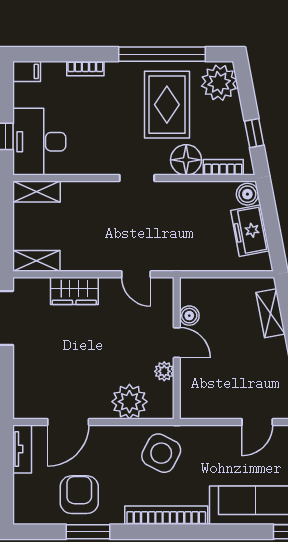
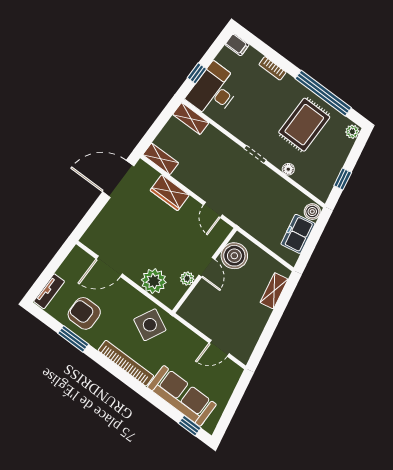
plant: (219, 83) -> (352, 132), width x0.53, depth x0.53
floor lamp: (186, 160) -> (288, 169), width x0.53, depth x0.53
bookcase: (223, 167) -> (310, 185), removed
boiler: (189, 316) -> (234, 256), width x1.86, depth x1.86
tv unit: (22, 449) -> (49, 291), moved
armchair: (79, 495) -> (84, 313), turned -90

